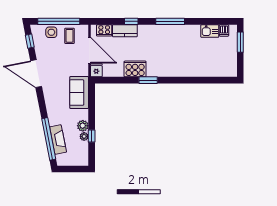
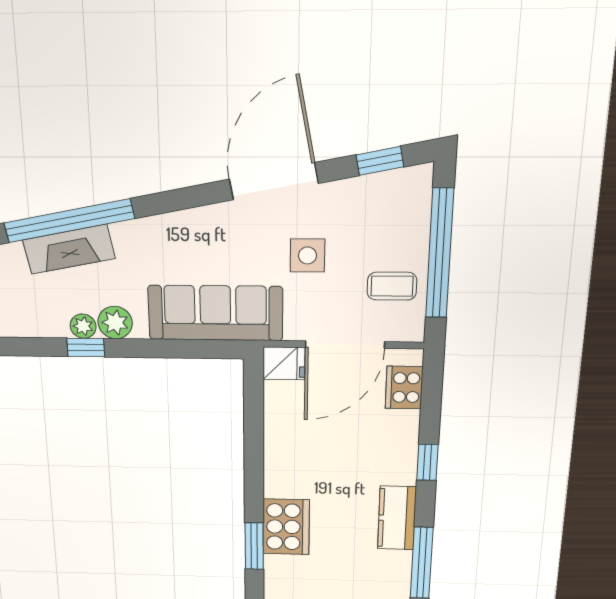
kitchen counter: (125, 31) -> (397, 518), moved
side table: (51, 32) -> (307, 255), moved
cooker: (135, 69) -> (286, 527), moved
window: (148, 80) -> (254, 546), moved
sofa: (79, 93) -> (215, 313), width x1.36

